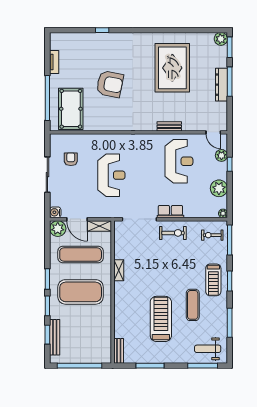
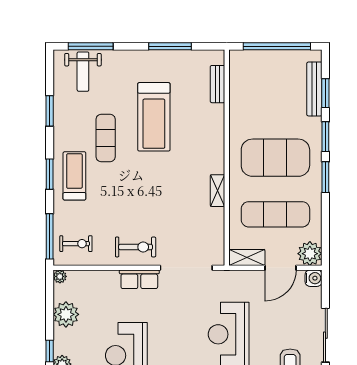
door: (77, 219) -> (281, 268), swing flipped
exercise bike: (173, 233) -> (136, 247), turned 180
window: (230, 323) -> (50, 111), width x0.69
weight bench: (208, 349) -> (83, 72), turned 90
bench: (119, 351) -> (218, 84), moved

